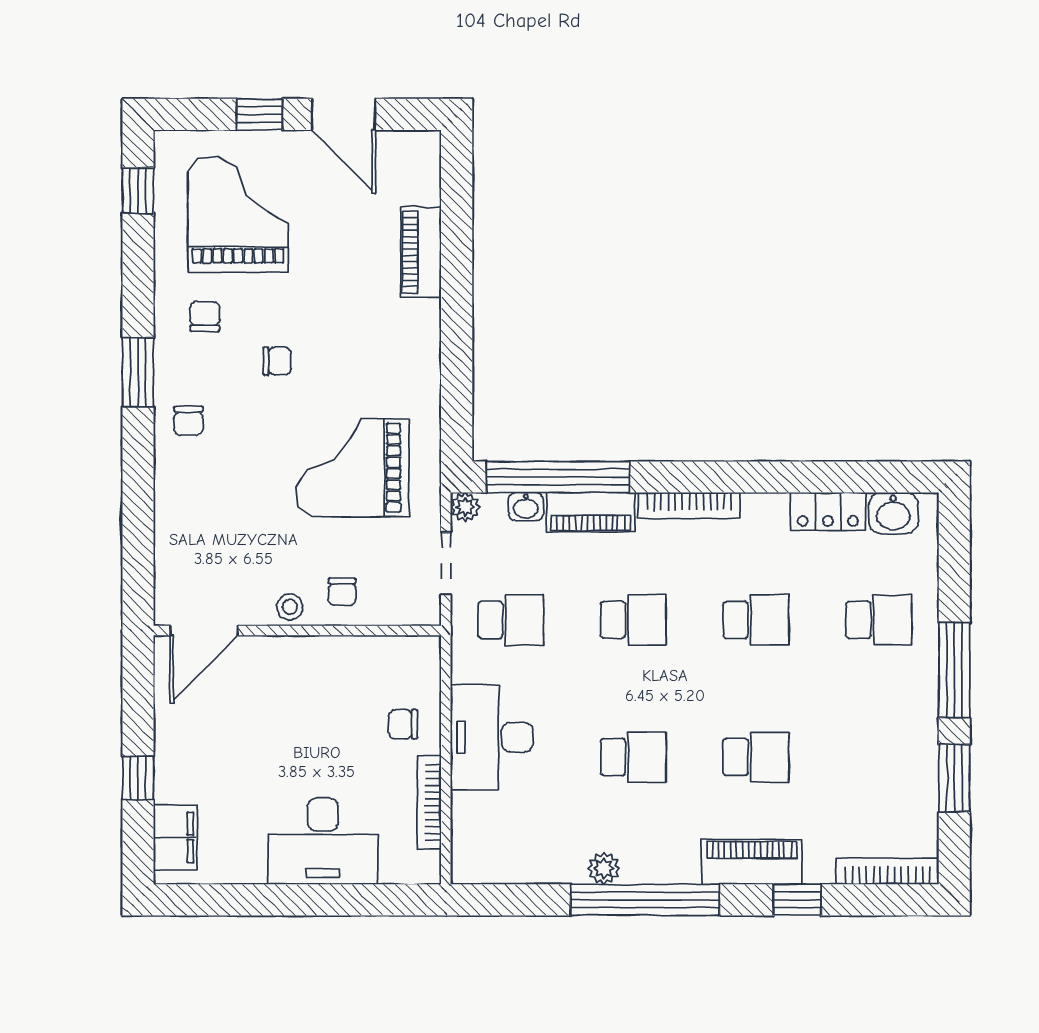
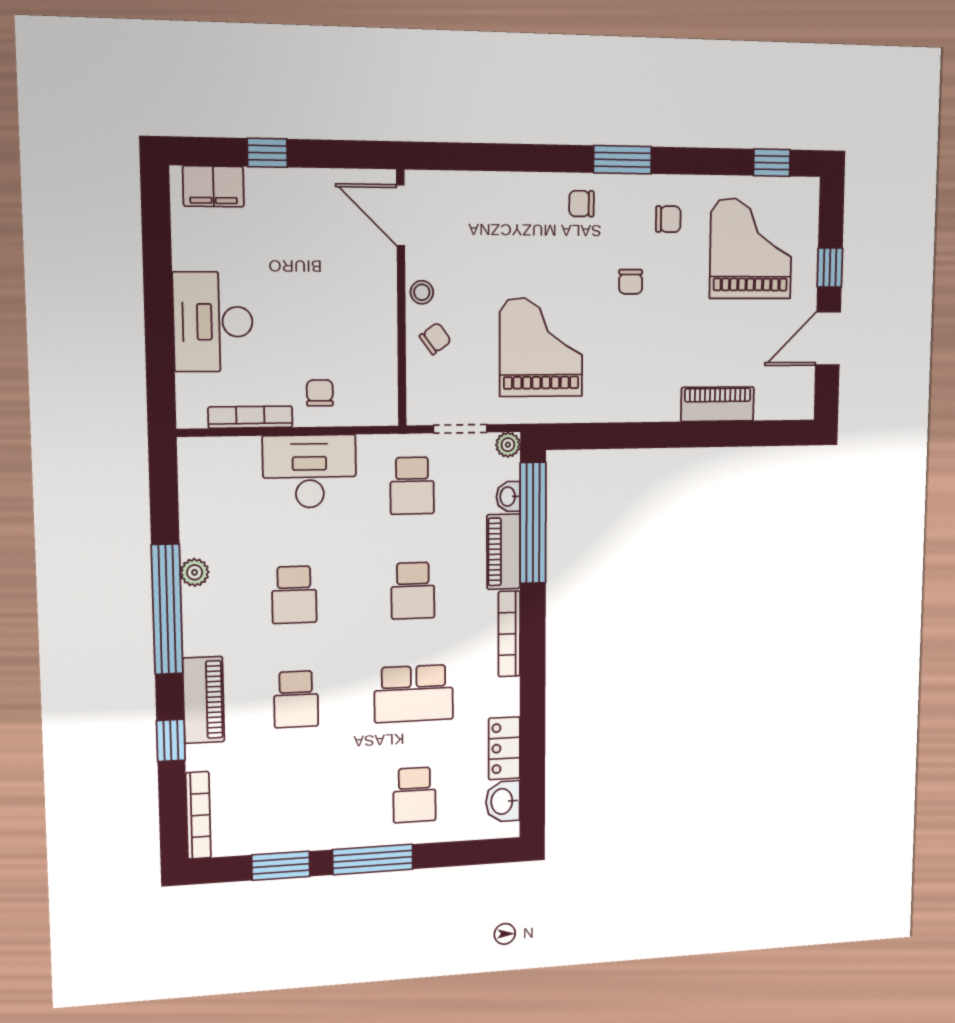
grand piano: (238, 214) -> (751, 249), turned -90
chair: (342, 592) -> (435, 339), turned 144
school desk: (756, 620) -> (414, 694), width x1.85

